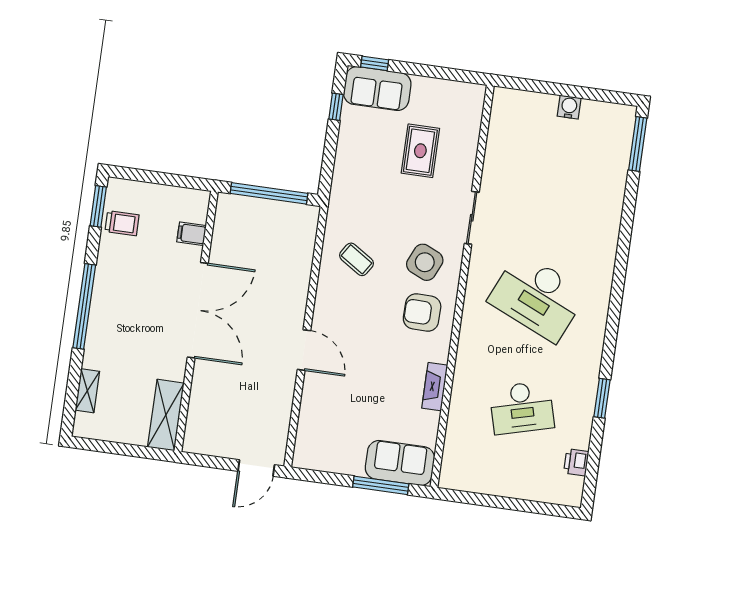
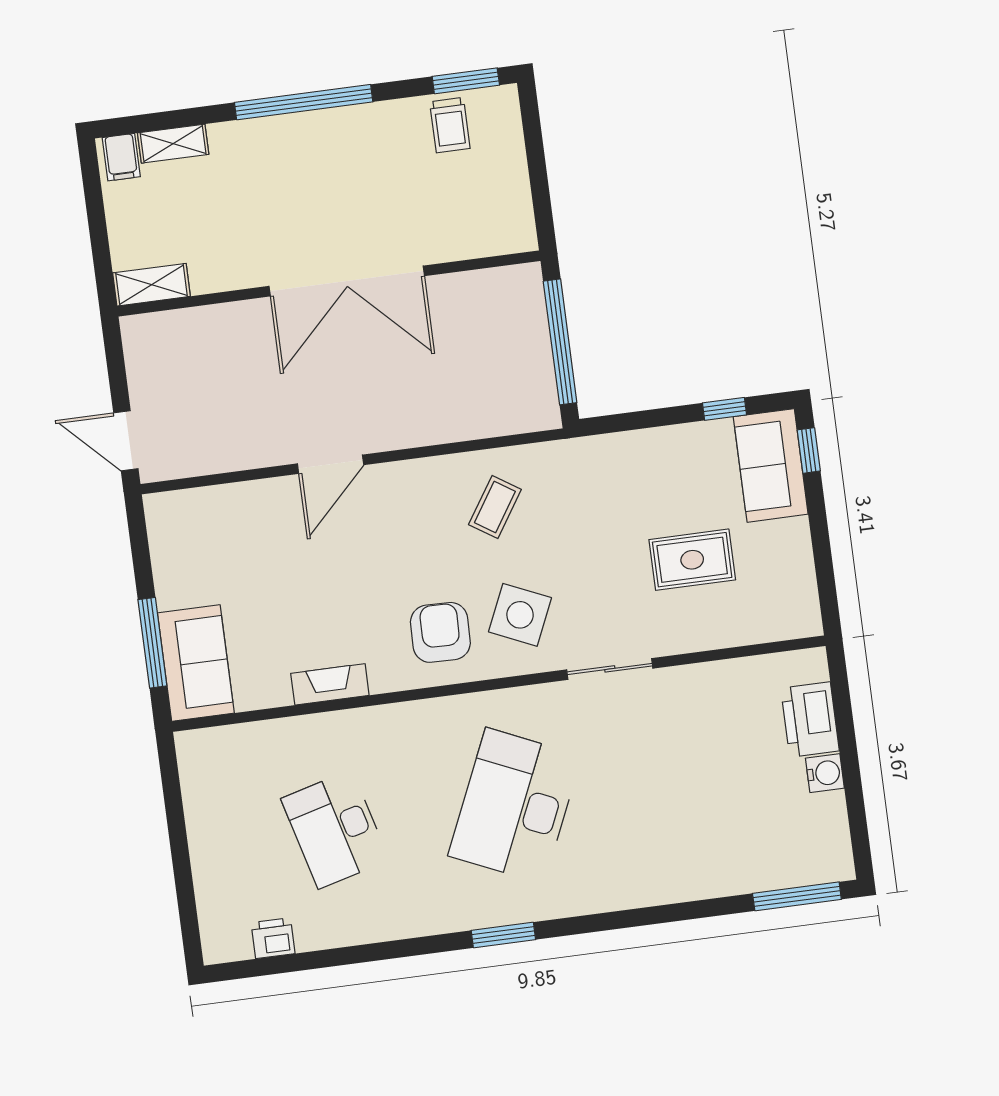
printer: (535, 107) -> (810, 720), added
filing cabinet: (192, 234) -> (121, 157), moved, turned 180
window: (602, 398) -> (503, 935), moved
shelving: (166, 415) -> (152, 285), width x0.67, depth x0.75

